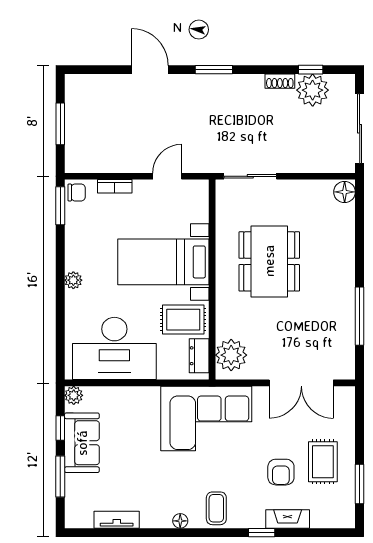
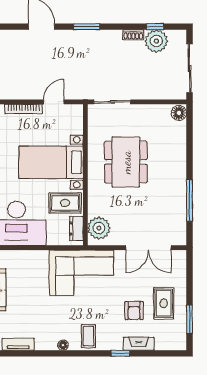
bookcase: (115, 186) -> (24, 109), width x1.56

